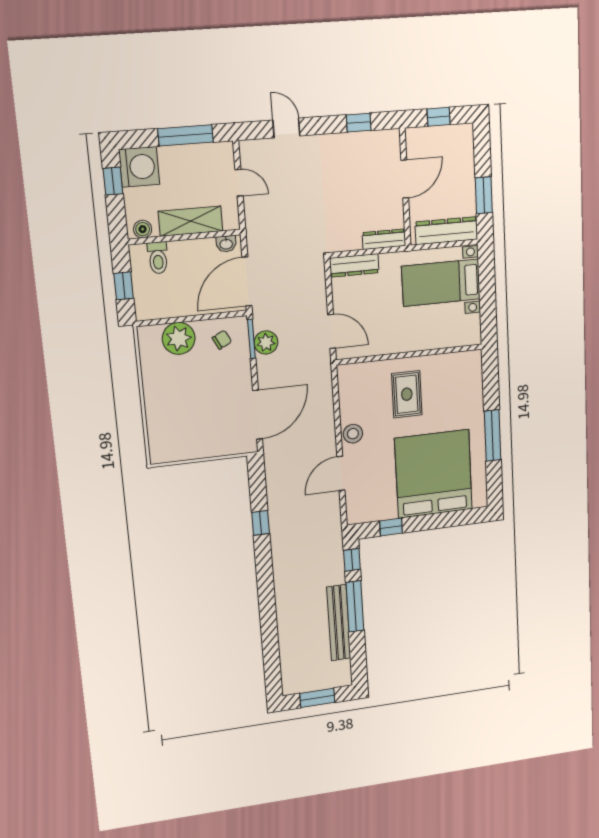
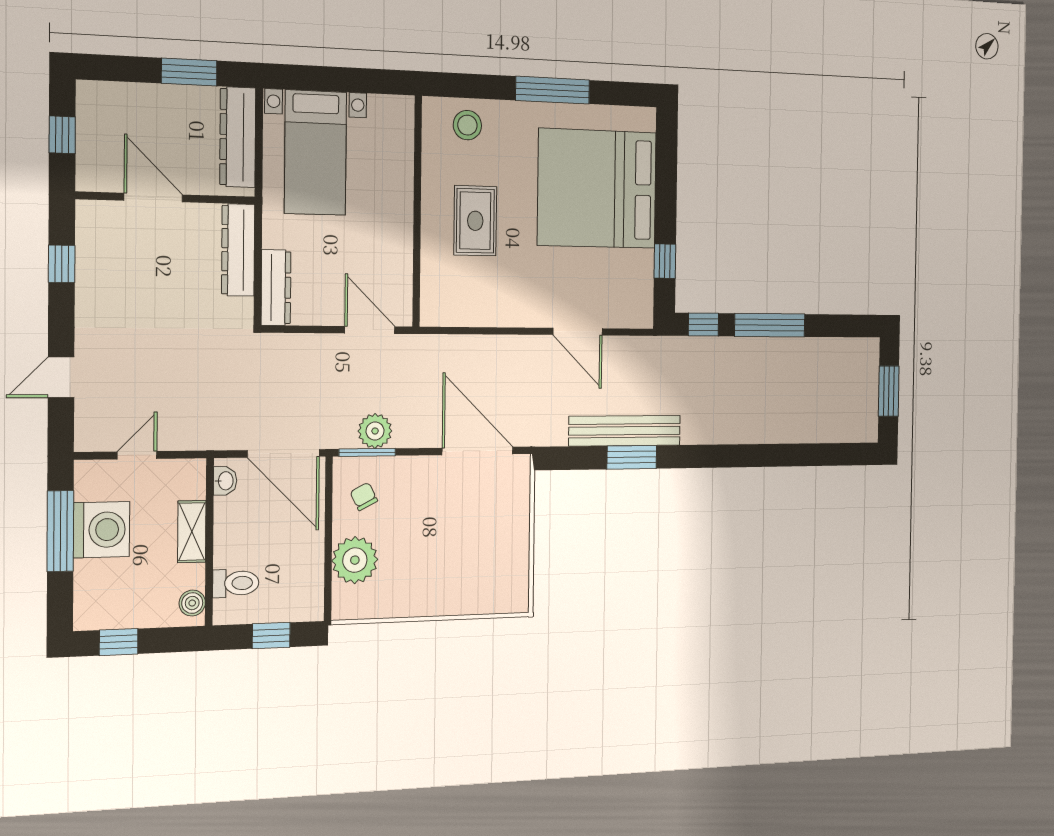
washing machine: (139, 167) -> (101, 530), moved, turned 90
shelving: (191, 221) -> (192, 532), width x0.67, depth x0.75
dresser: (384, 239) -> (238, 250), width x1.37, depth x1.24
door: (332, 331) -> (370, 330), hinge flipped
rug: (407, 394) -> (475, 221), turned 90
stool: (353, 434) -> (467, 125), moved
window: (261, 523) -> (632, 457), width x1.50
bench: (339, 623) -> (625, 431), moved

